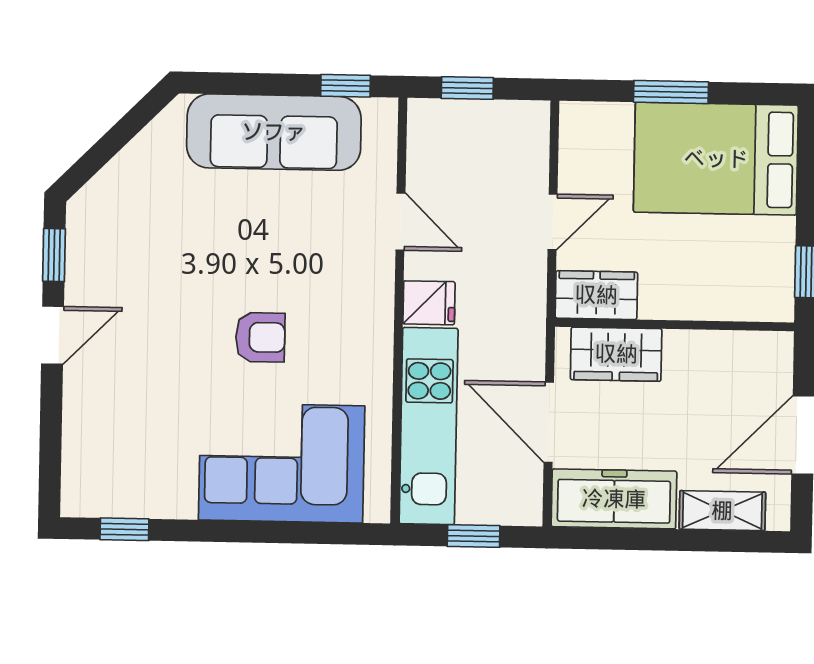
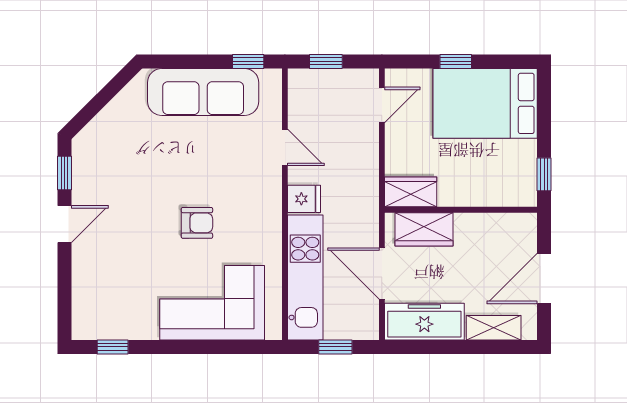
window: (671, 92) -> (456, 61), width x0.67
door: (553, 222) -> (382, 105), moved

